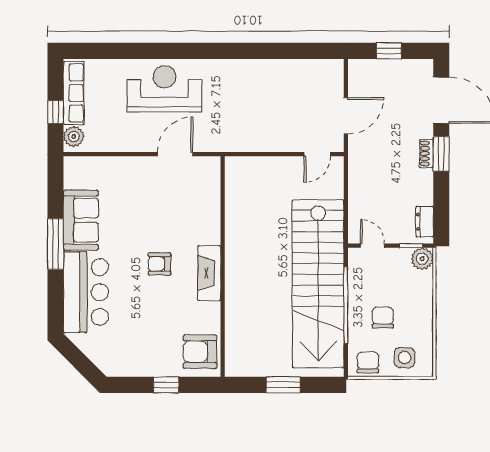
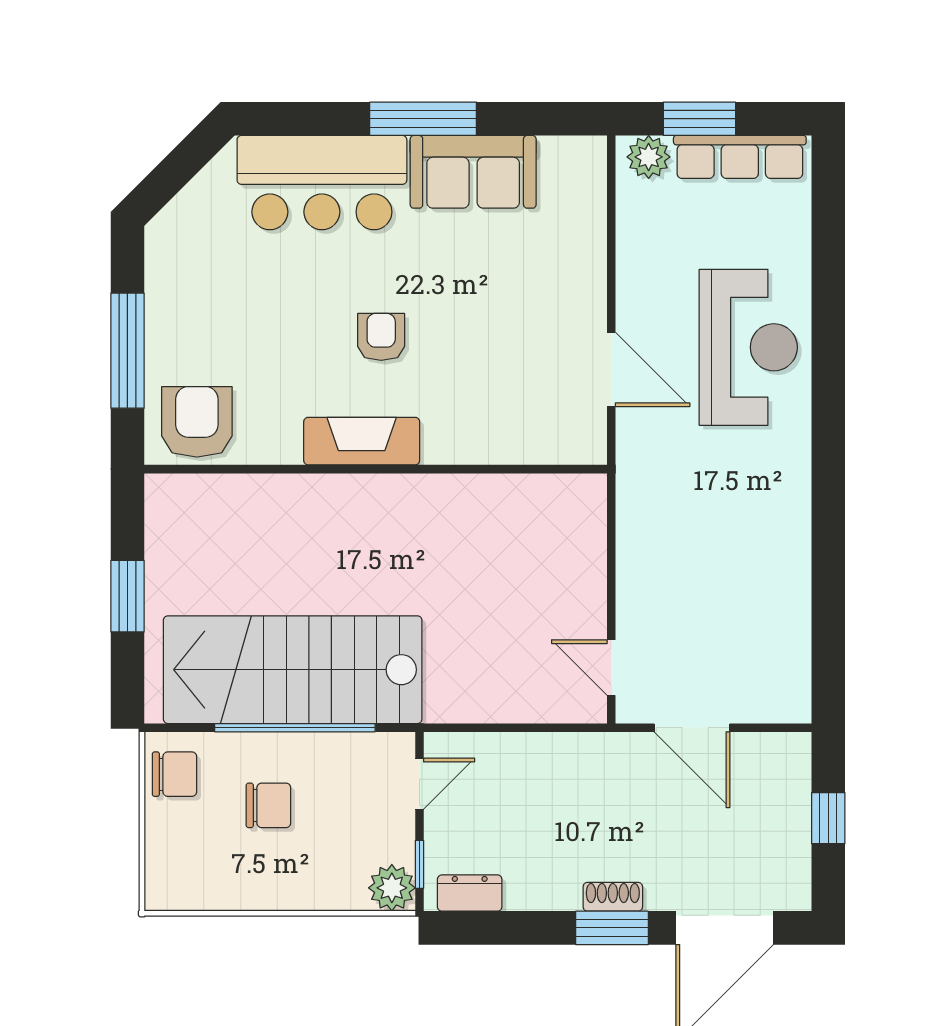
window: (56, 112) -> (699, 119), width x1.50
stairs: (318, 284) -> (293, 670), width x0.73
side table: (404, 358) -> (185, 851), removed
window: (166, 385) -> (127, 351), width x2.17

